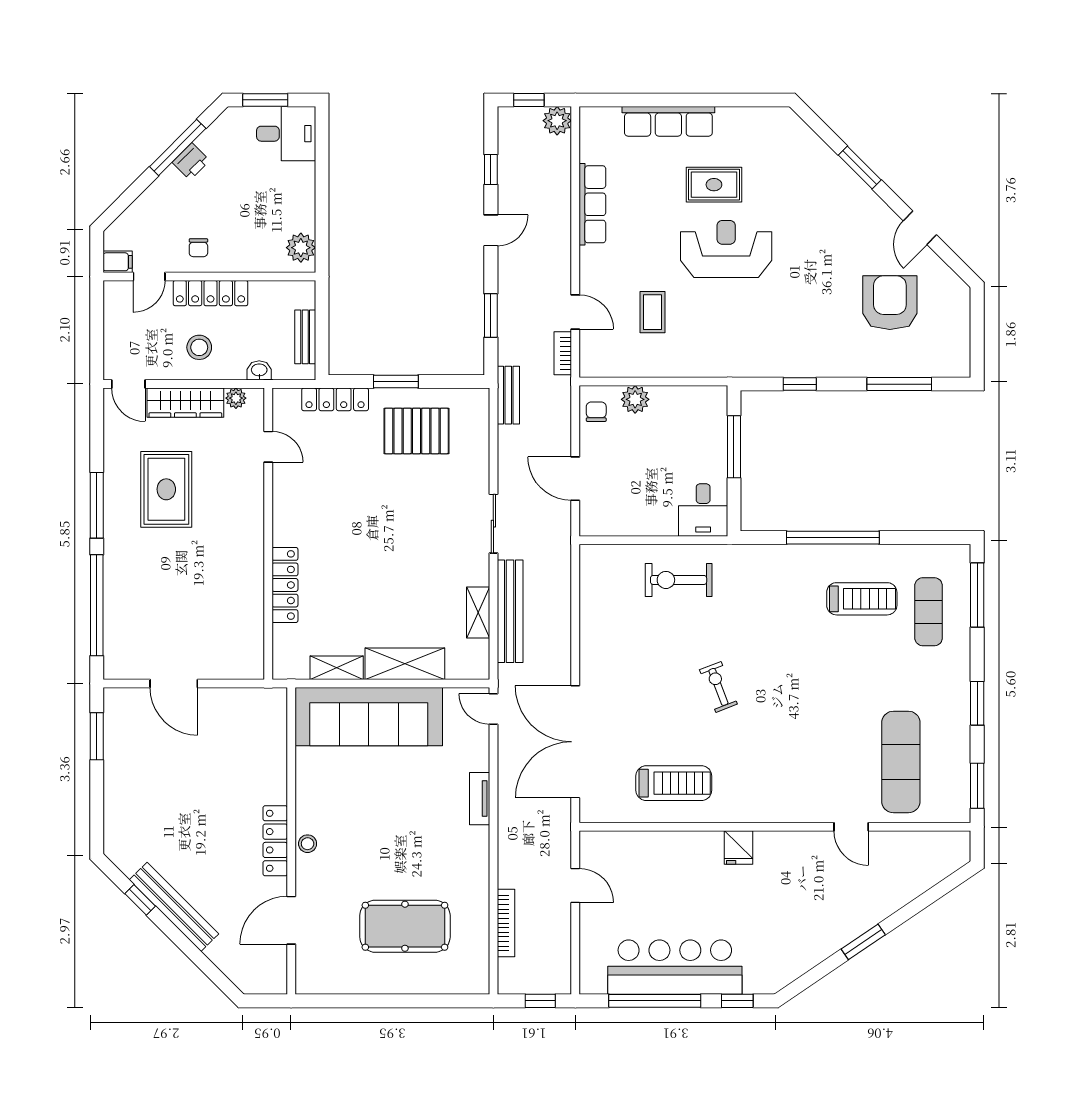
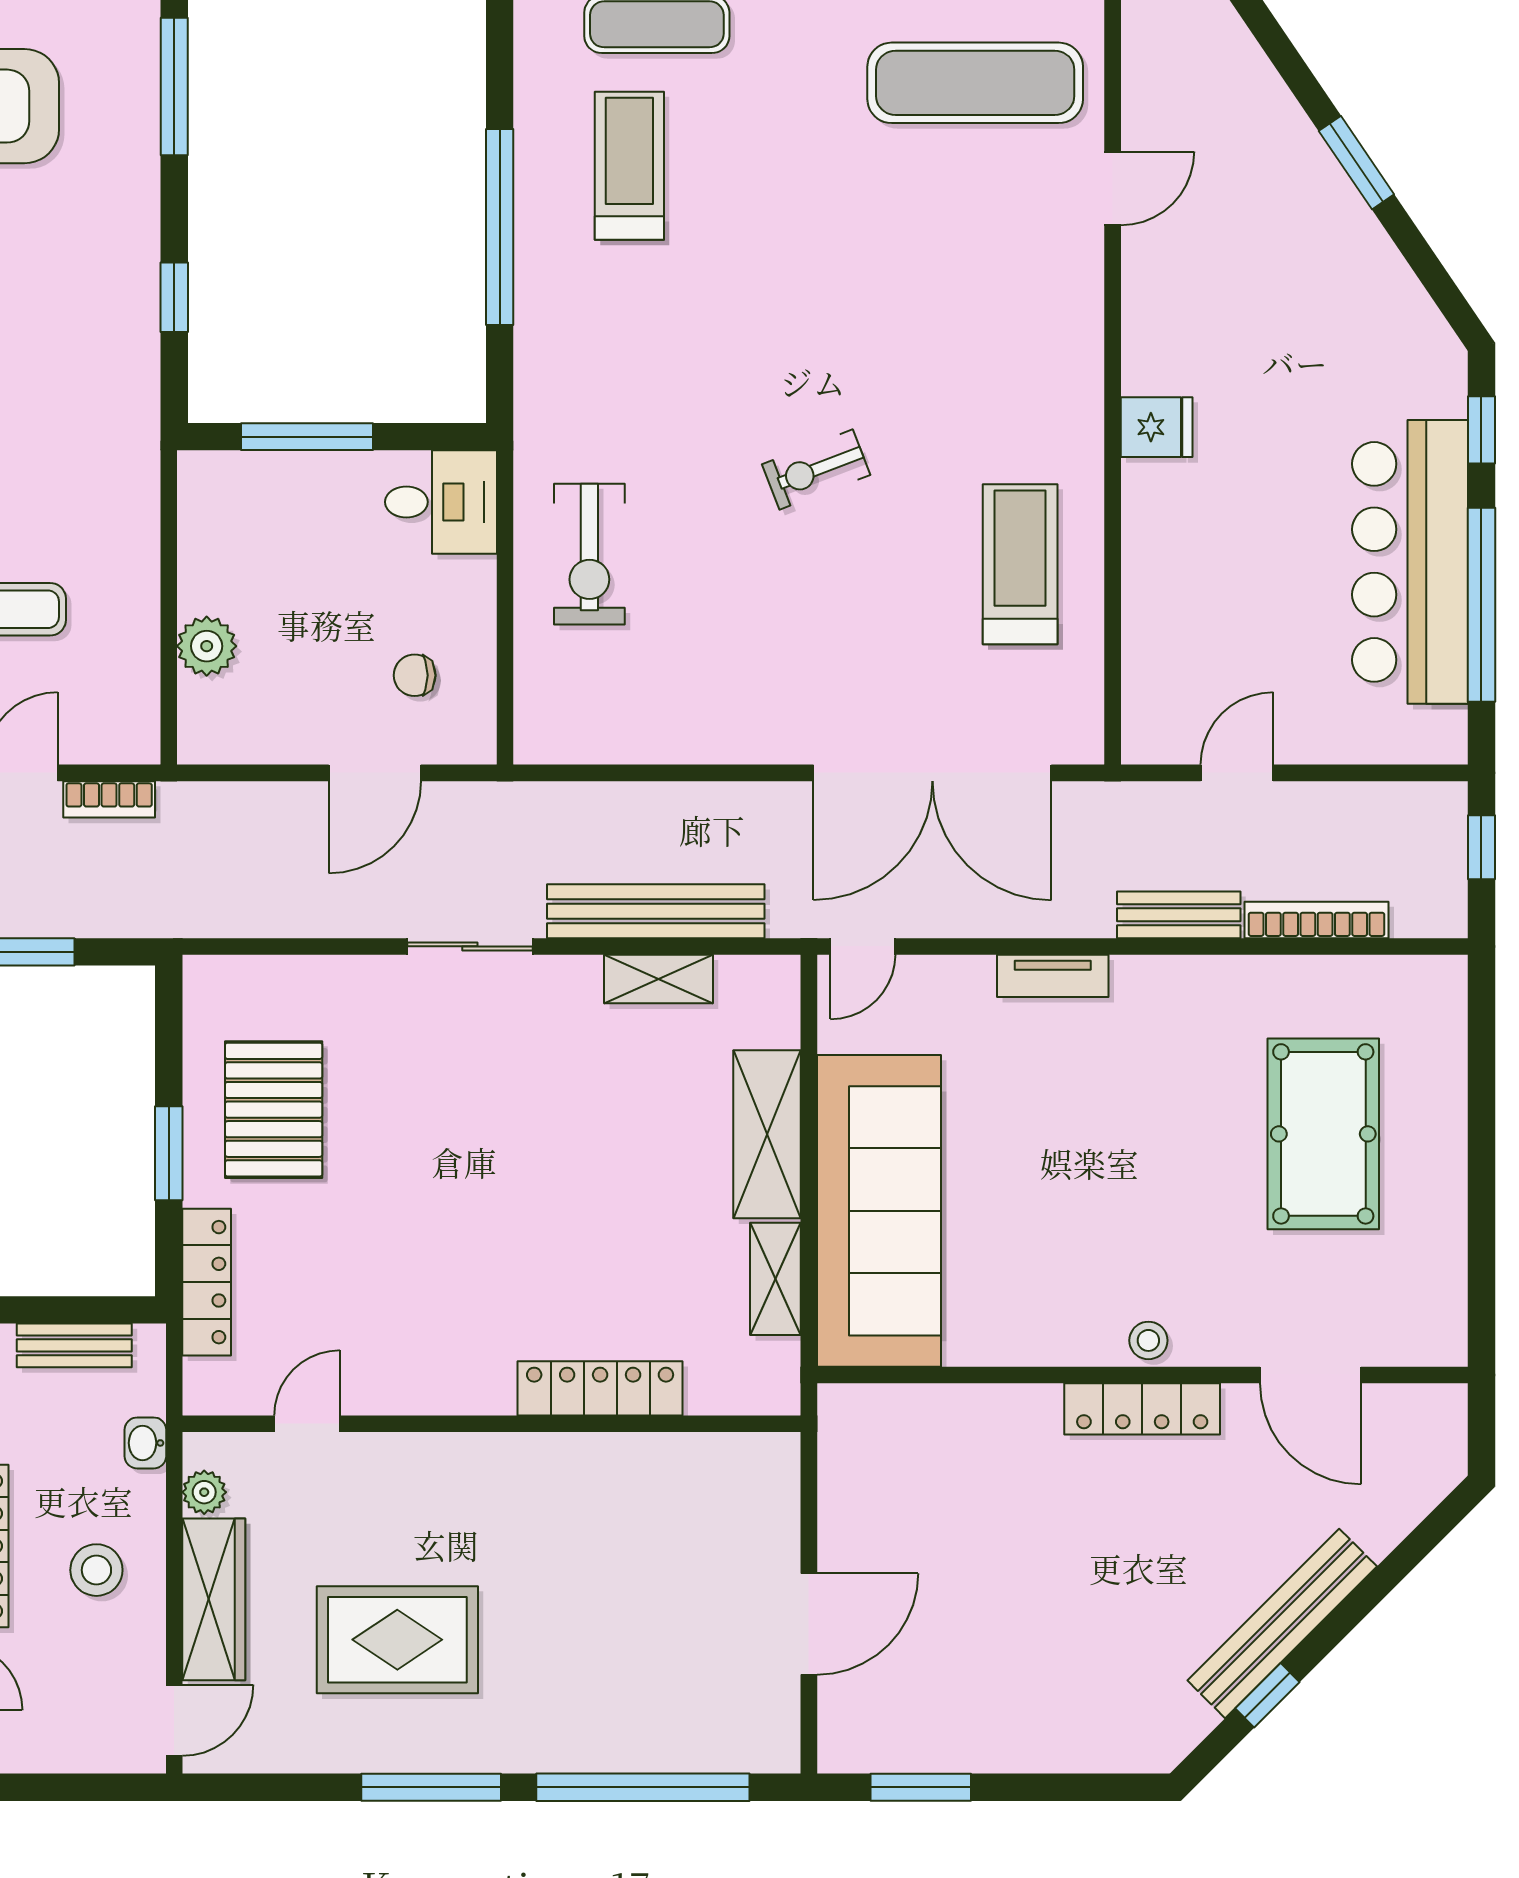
bench: (508, 395) -> (1179, 915), moved
chair: (596, 412) -> (415, 675), moved

